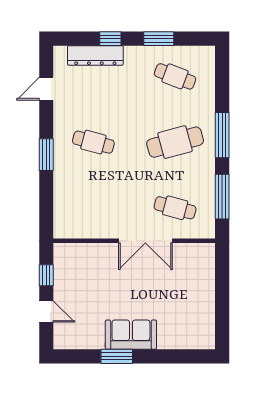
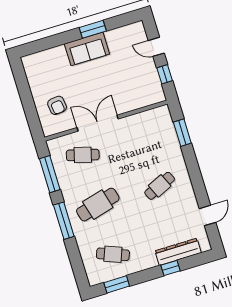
window: (159, 39) -> (117, 284), moved
cafe table: (93, 142) -> (160, 186), turned -39
window: (46, 155) -> (182, 133), moved
armchair: (188, 277) -> (57, 105), added

